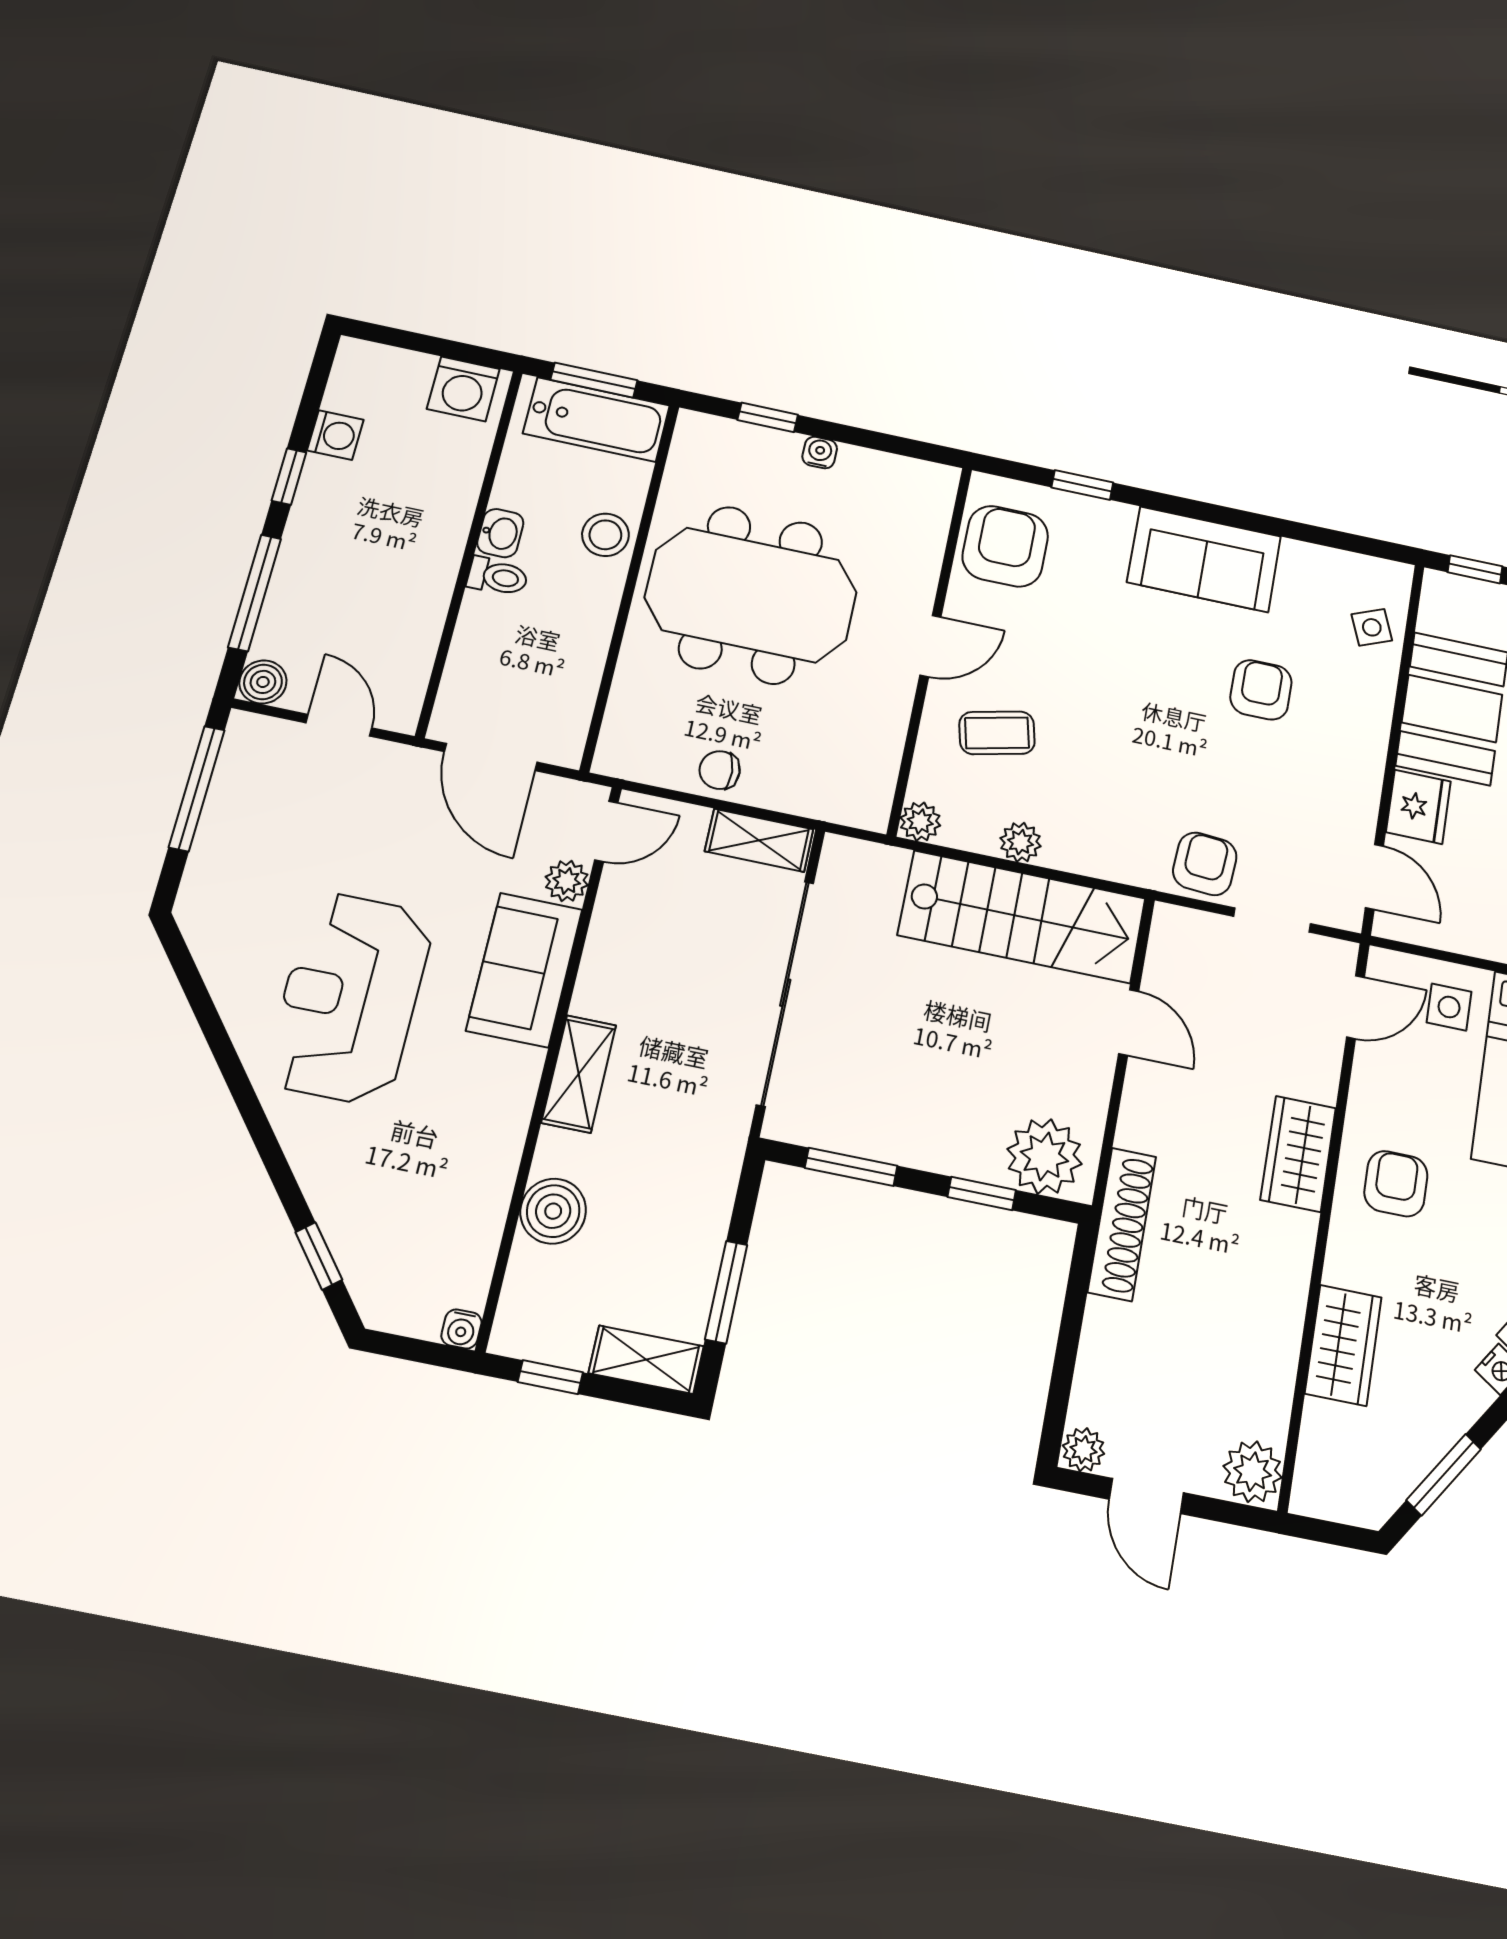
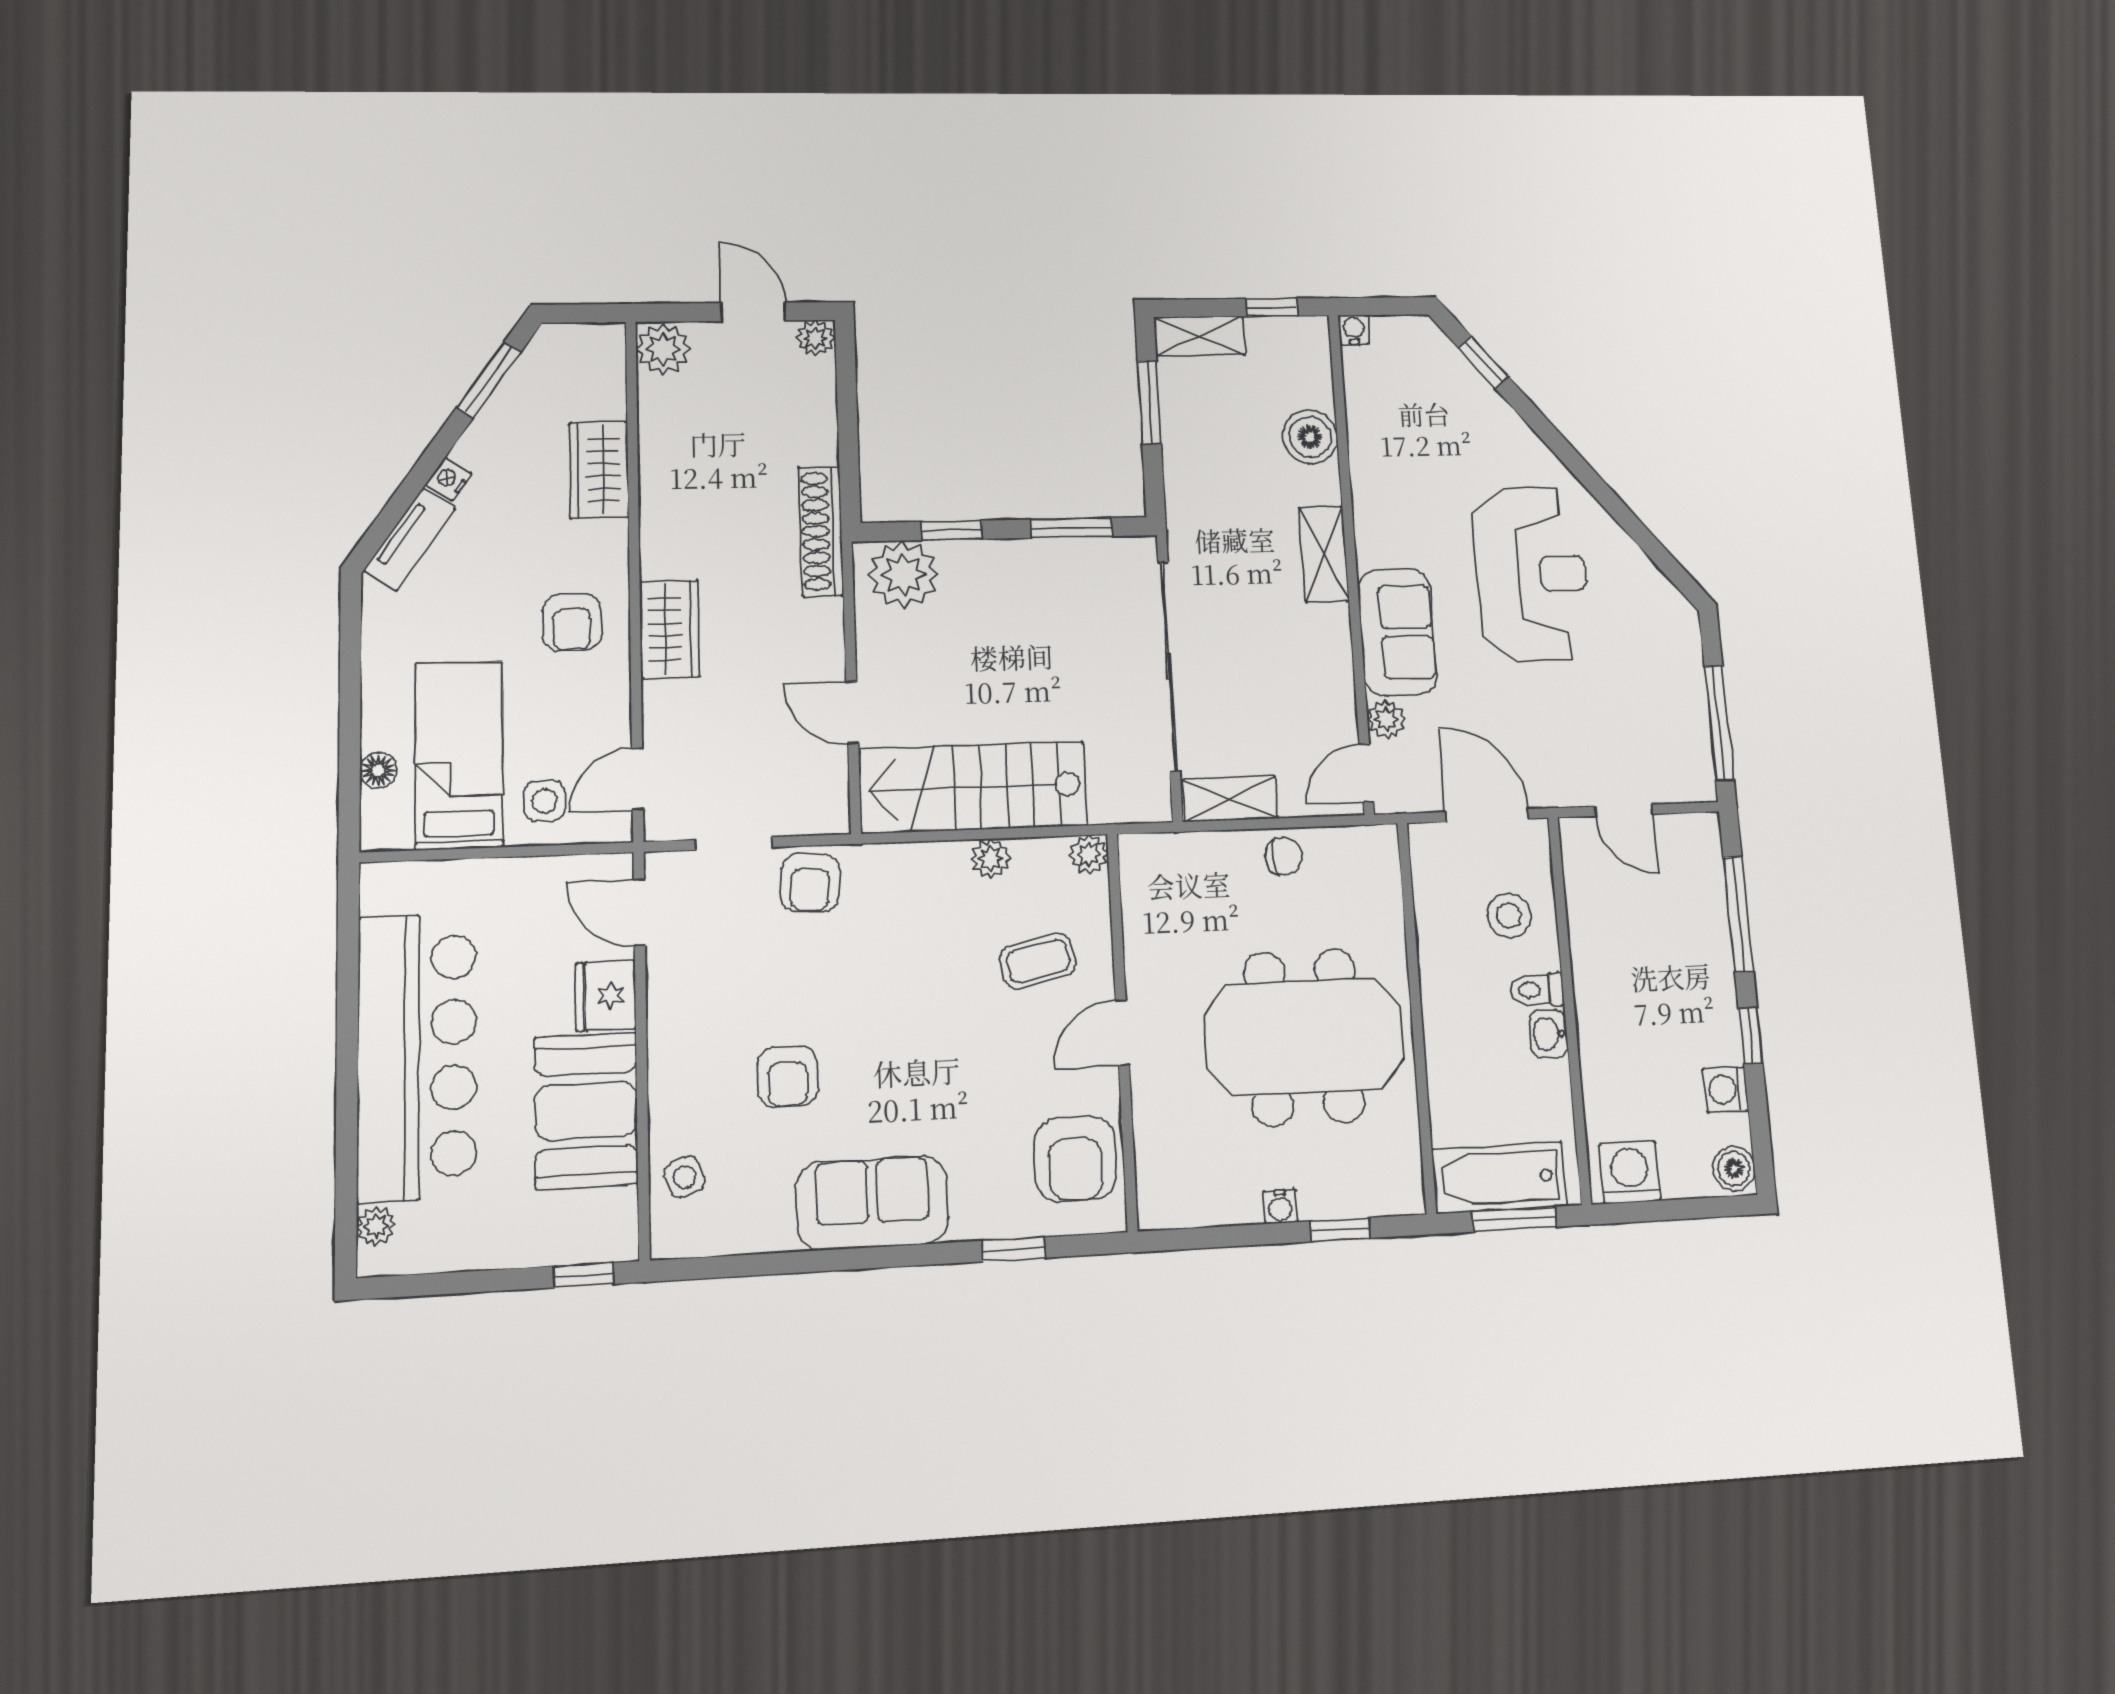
stool: (605, 535) -> (1509, 916), moved
boiler: (263, 682) -> (1734, 1168), moved

